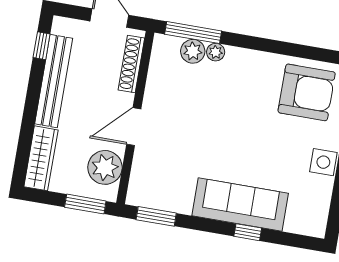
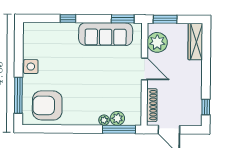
bench: (54, 81) -> (195, 88), removed
door: (134, 127) -> (144, 69), hinge flipped
sofa: (240, 205) -> (106, 34), moved

